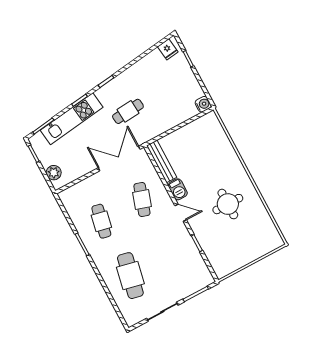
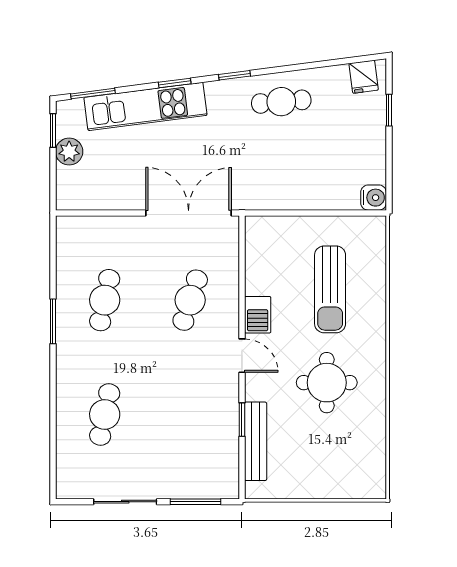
cafe table: (128, 111) -> (281, 102), moved
sun lounger: (206, 159) -> (330, 289), added
bench: (162, 161) -> (256, 441), moved
plant: (54, 173) -> (69, 152), moved
cafe table: (130, 276) -> (105, 414), width x0.73, depth x0.74

